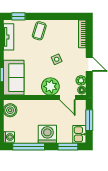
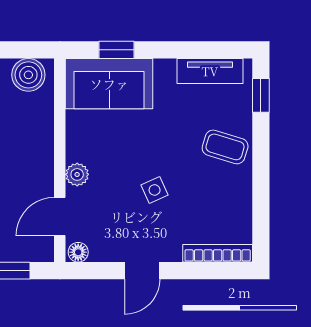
plant: (81, 80) -> (102, 250), removed
plant: (50, 86) -> (77, 174), width x0.53, depth x0.53

